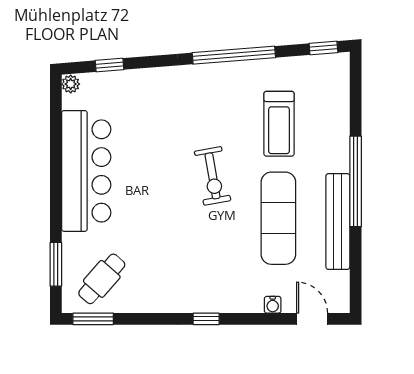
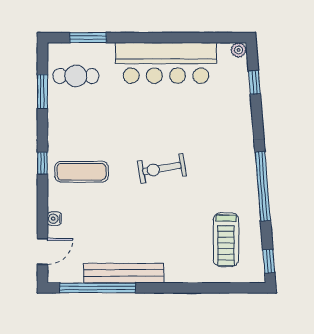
treadmill: (279, 124) -> (226, 240), moved, turned -90
window: (356, 181) -> (97, 288), moved
exercise mat: (278, 218) -> (81, 172), moved, width x0.73, depth x0.69
cafe table: (102, 279) -> (76, 76), turned -41
window: (93, 319) -> (42, 92), moved

